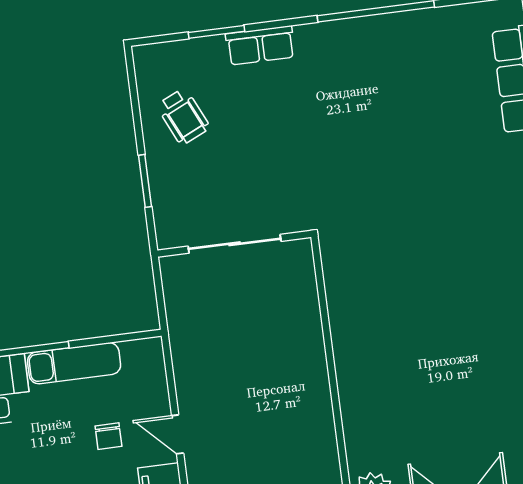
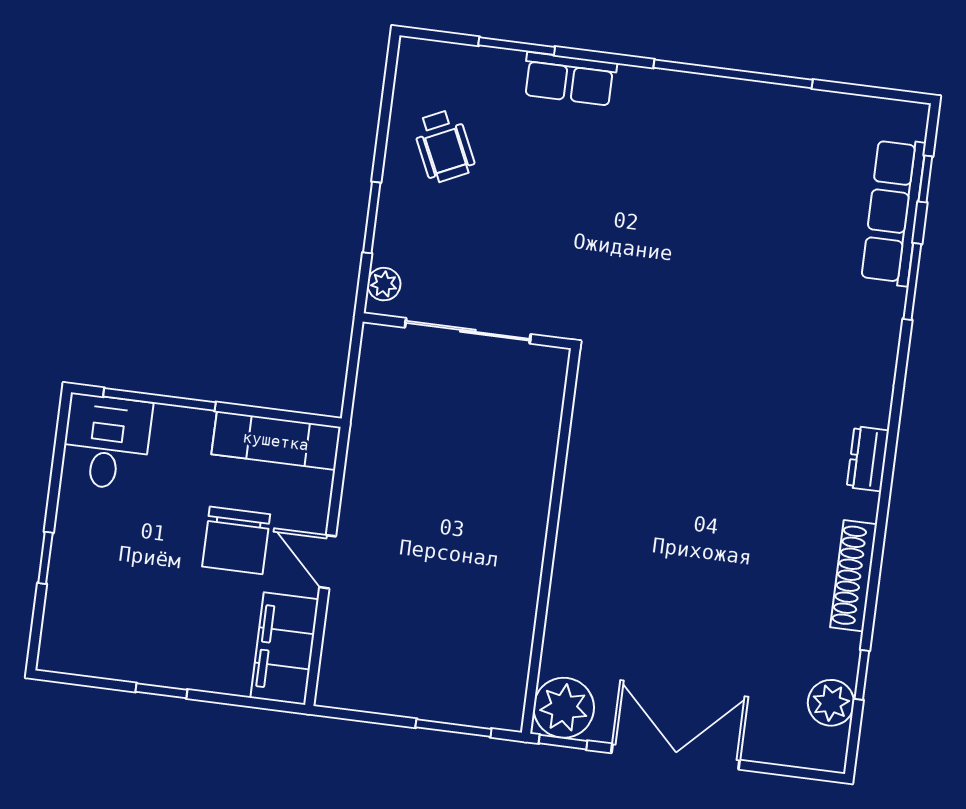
plant: (166, 226) -> (384, 284), added
exam couch: (74, 363) -> (276, 441), moved
chair: (108, 436) -> (236, 540), width x1.87, depth x1.87

